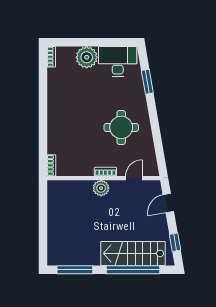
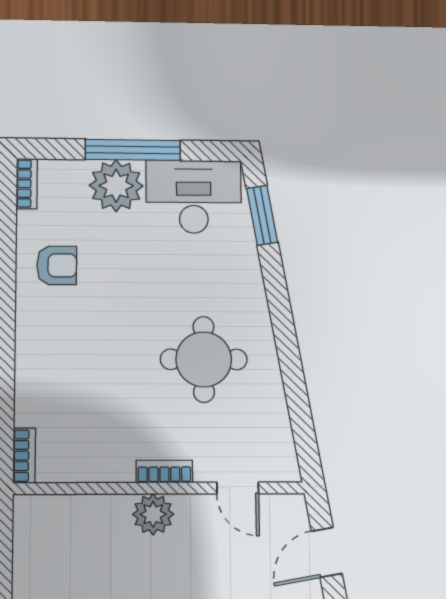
window: (93, 42) -> (133, 150), added
window: (147, 82) -> (262, 215), moved
armchair: (63, 90) -> (57, 265), added
door: (134, 178) -> (238, 488), swing flipped

